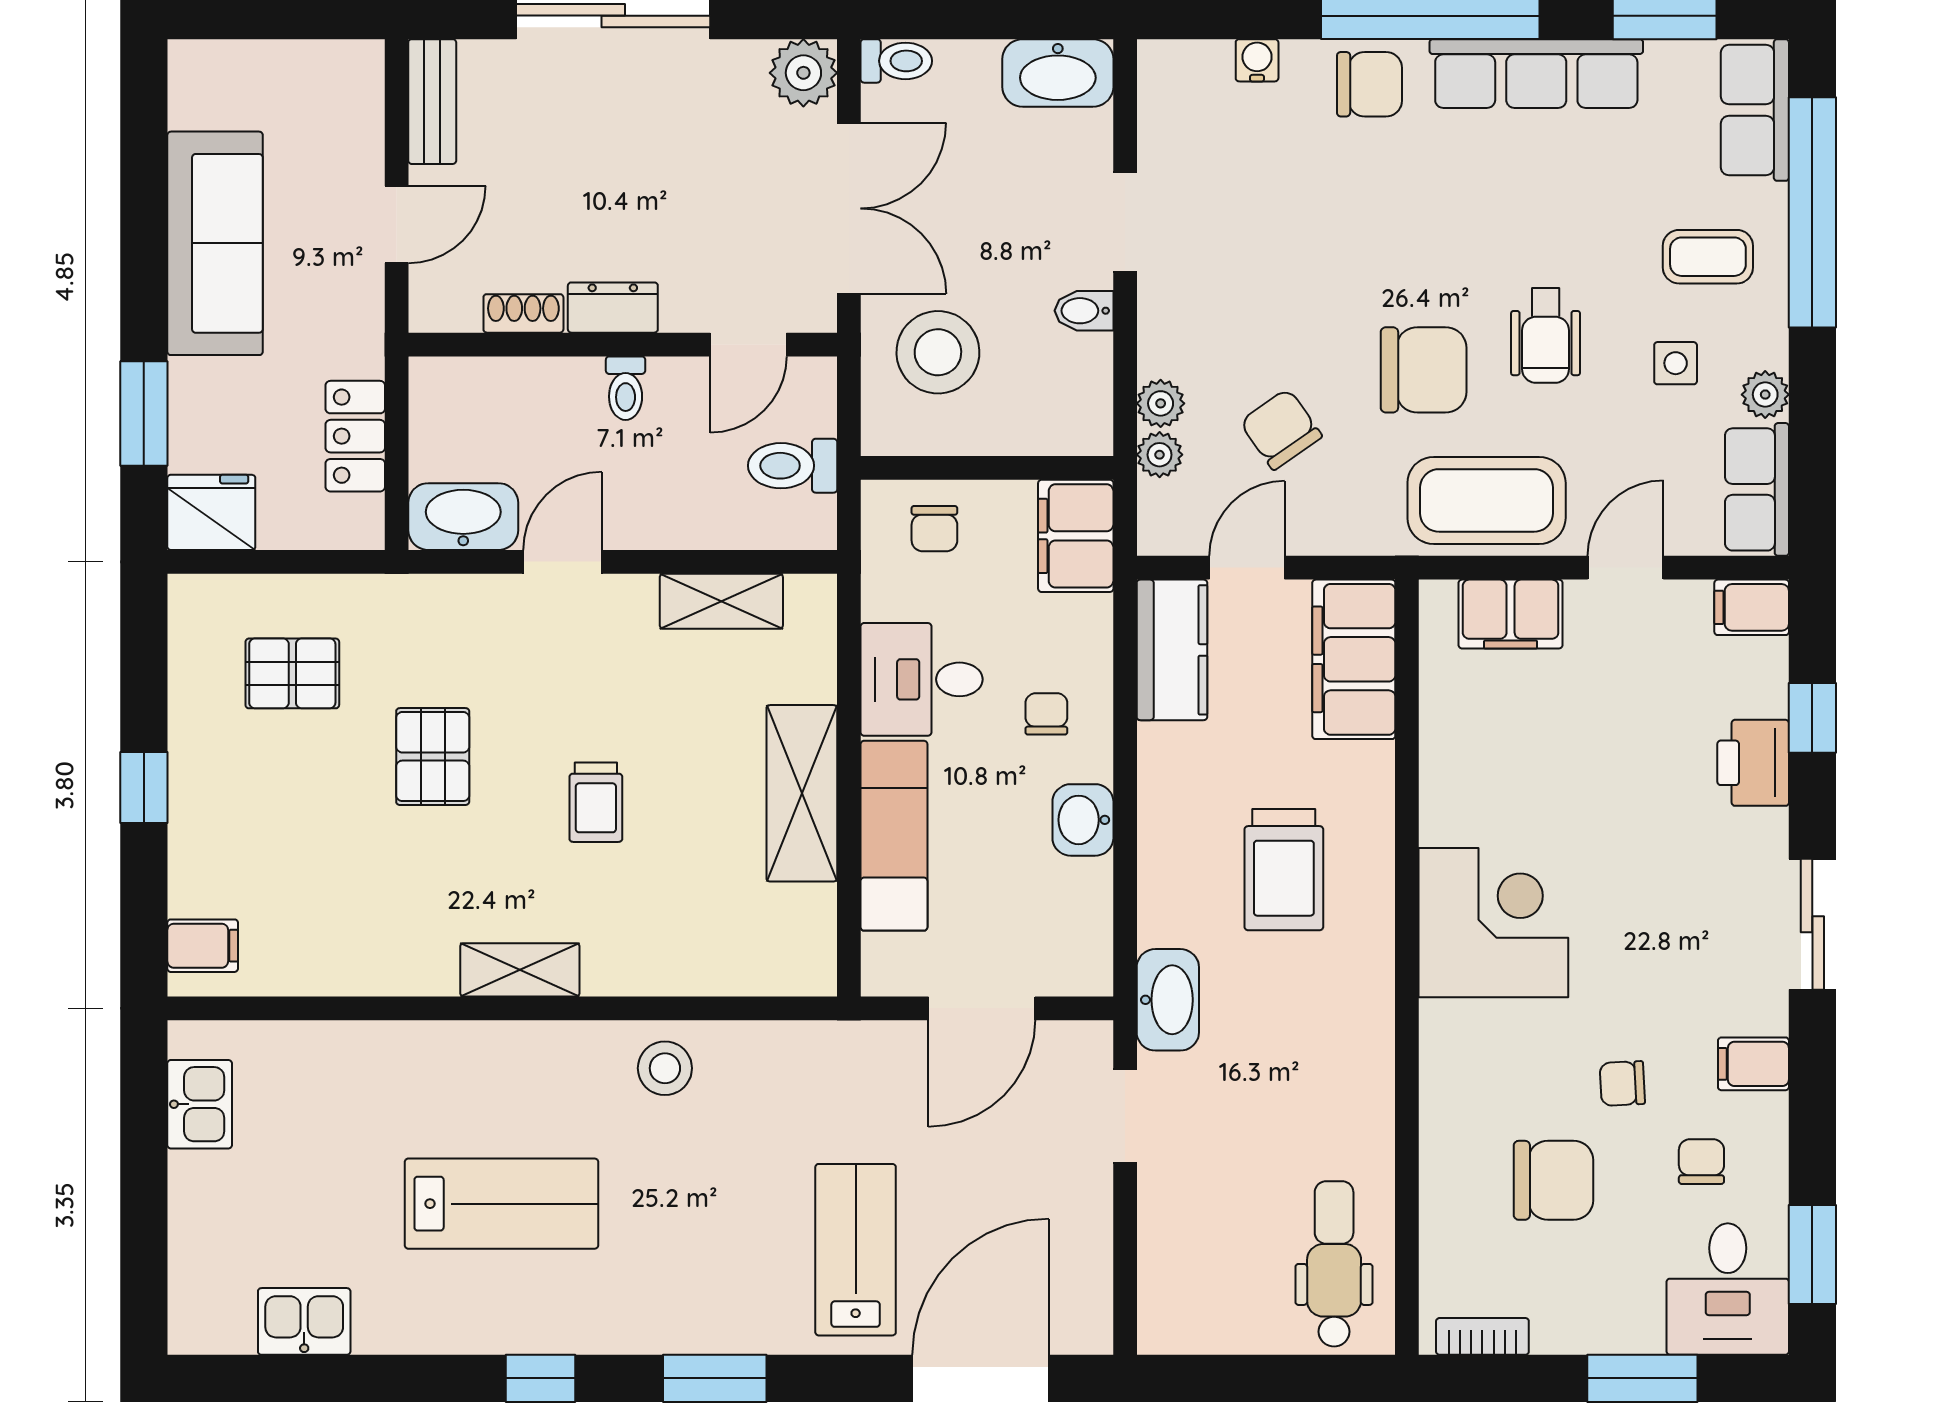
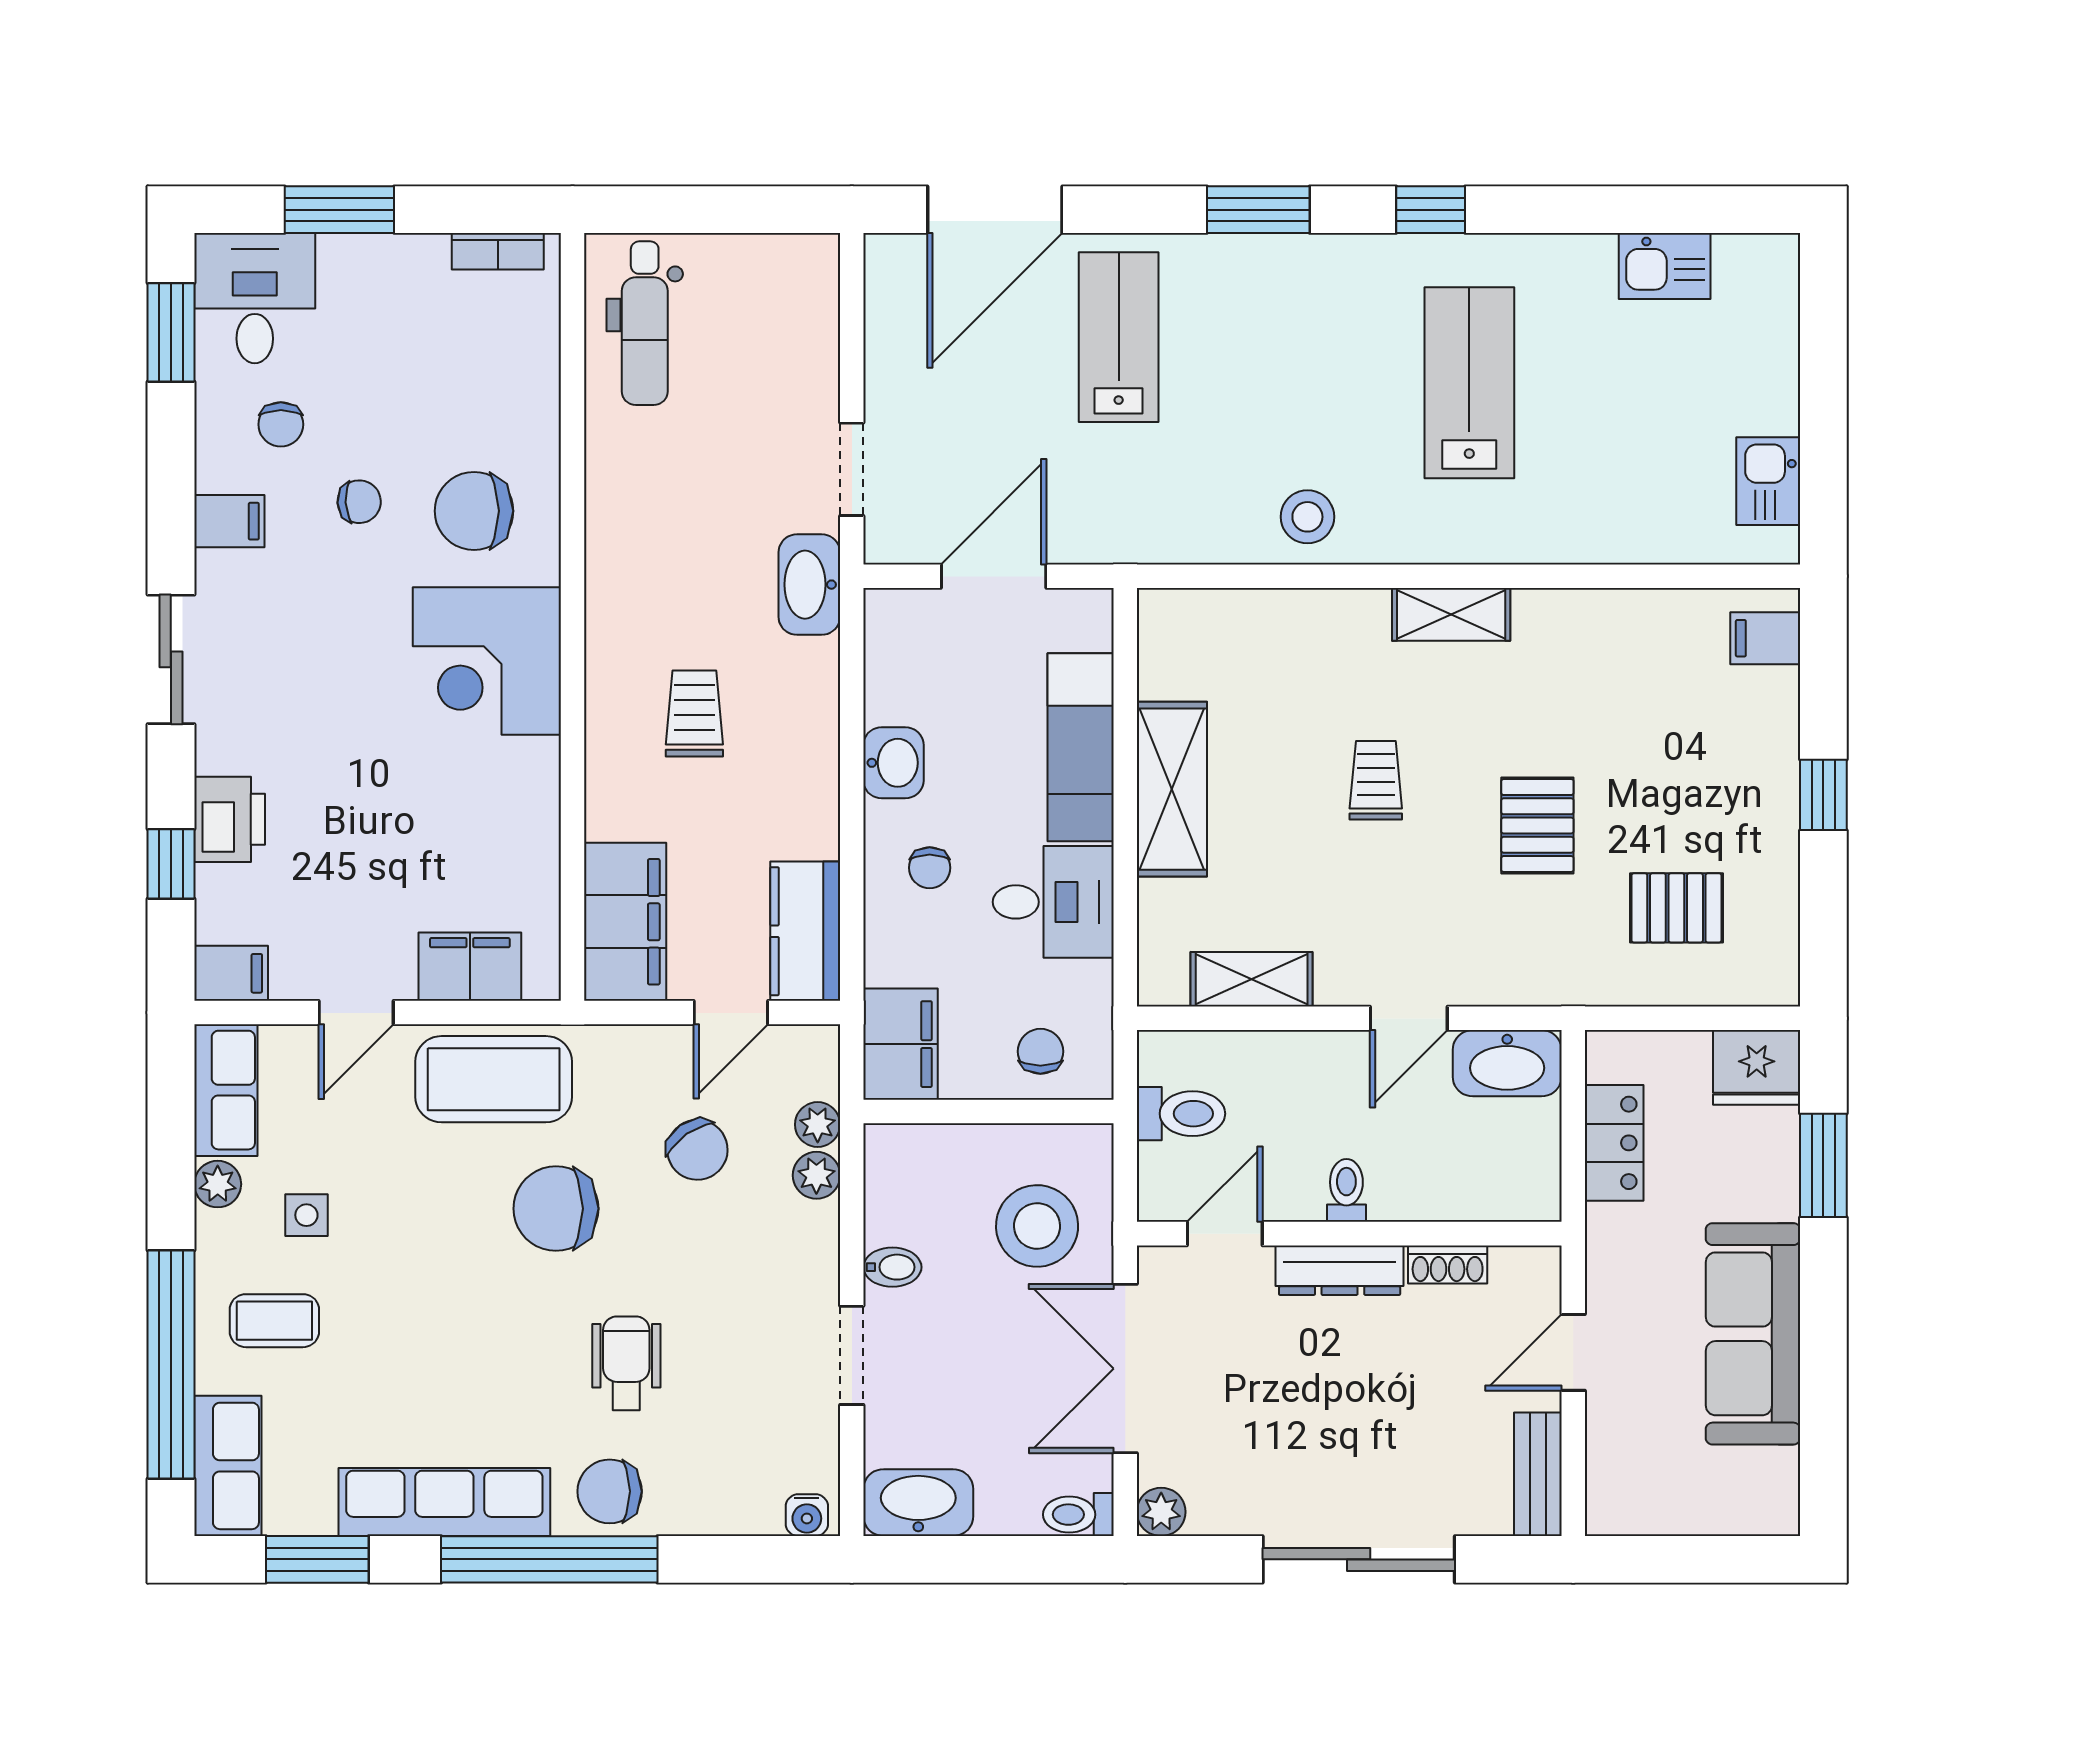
water cooler: (1257, 60) -> (807, 1515), moved
plant: (803, 73) -> (1161, 1512), width x0.73, depth x0.73
dresser: (613, 308) -> (1340, 1270), width x1.44
wheelchair: (1546, 336) -> (626, 1363), moved
trolley: (1284, 870) -> (694, 713), width x0.73, depth x0.72
chair: (1553, 1180) -> (474, 511), moved
lab bench: (502, 1204) -> (1469, 383), turned 90
lab bench: (856, 1250) -> (1119, 337), turned 180

